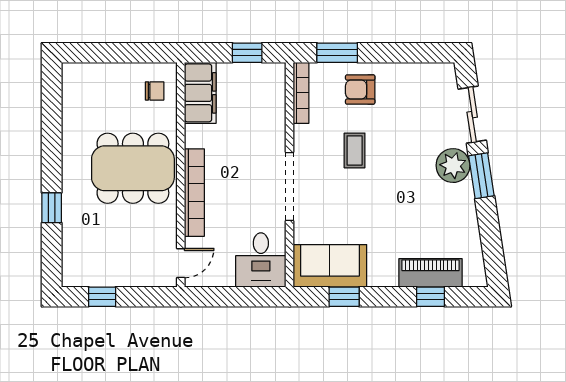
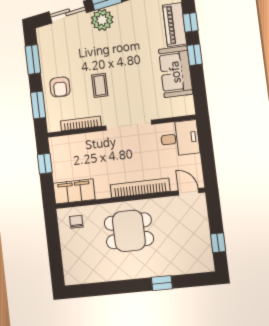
window: (407, 53) -> (33, 59), added
bookcase: (301, 93) -> (81, 123), moved
coffee table: (355, 150) -> (100, 85), turned 90
dining table: (133, 168) -> (129, 231), width x0.73
sofa: (330, 266) -> (176, 72), moved
window: (344, 297) -> (195, 55), moved

